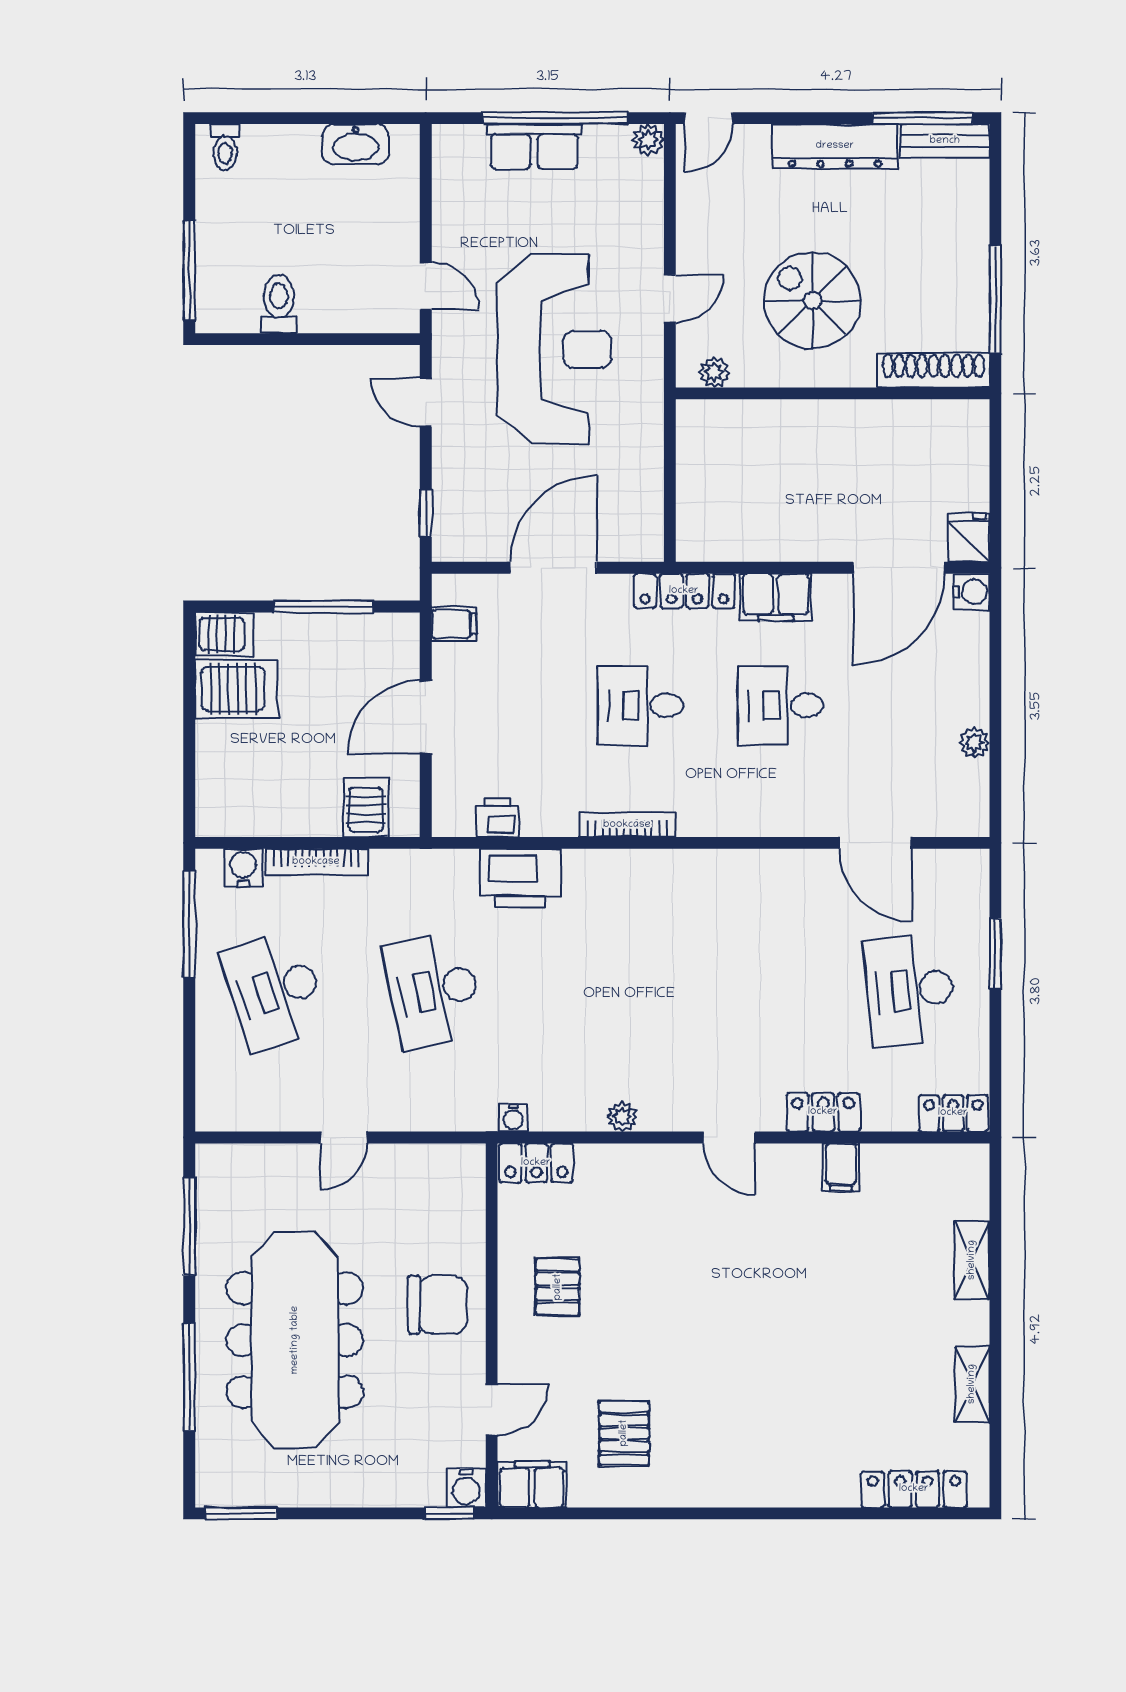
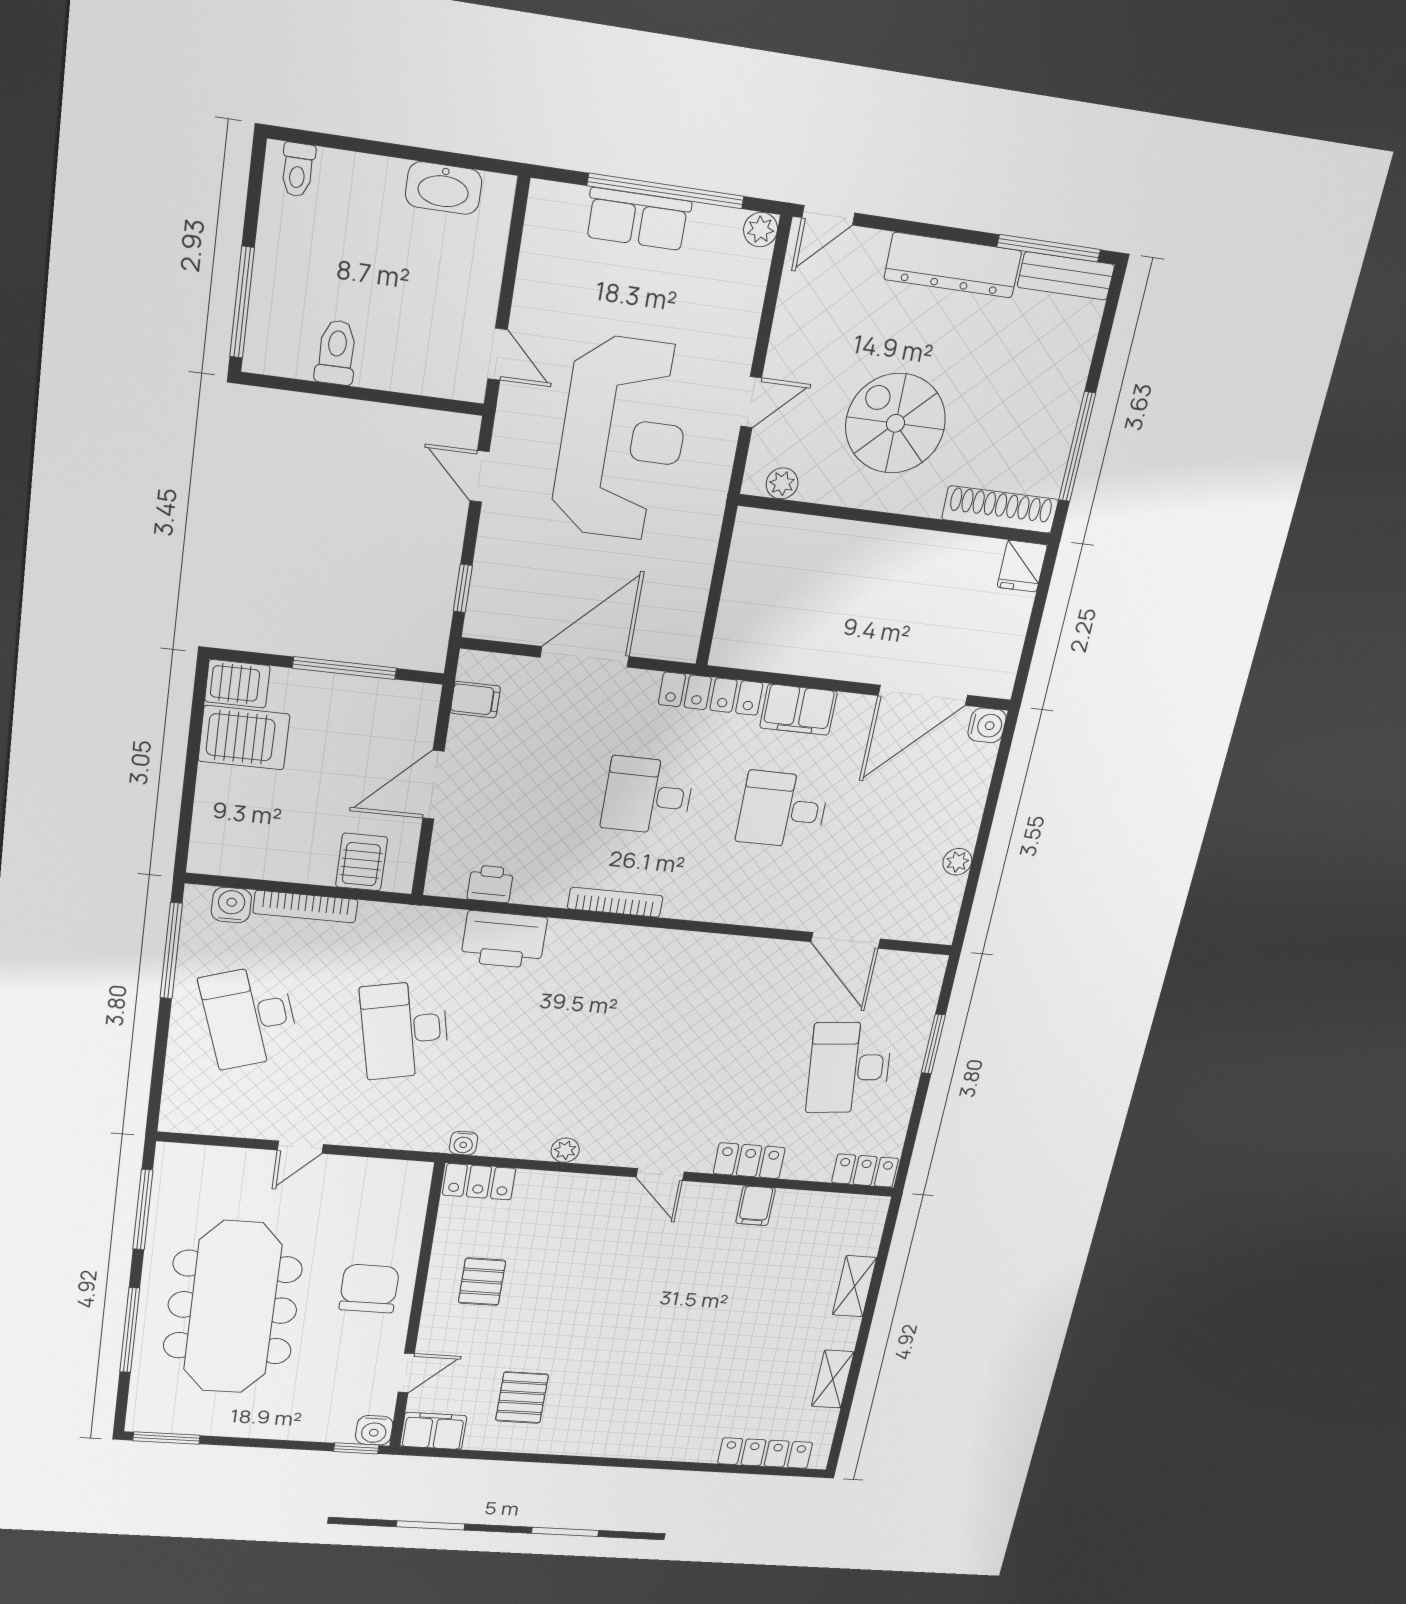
fridge: (969, 537) -> (1022, 566), moved, turned 180
chair: (437, 1305) -> (369, 1289), turned -90

